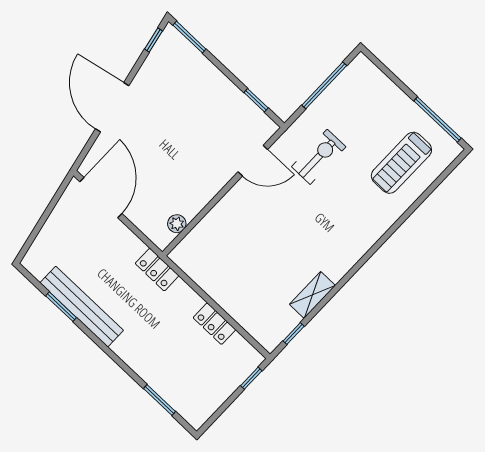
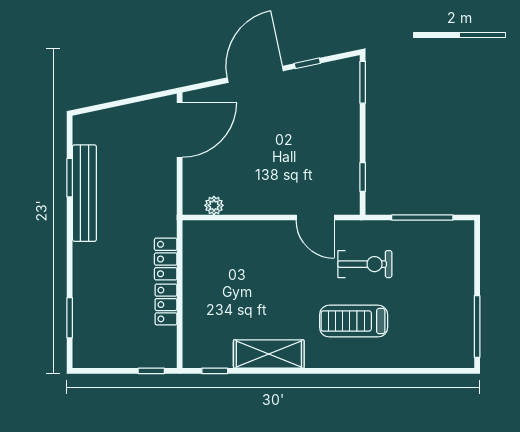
window: (154, 40) -> (307, 63), moved
treadmill: (401, 163) -> (354, 321), moved
locker: (157, 270) -> (166, 259), moved
shelving: (312, 295) -> (269, 354), width x1.50, depth x1.33

